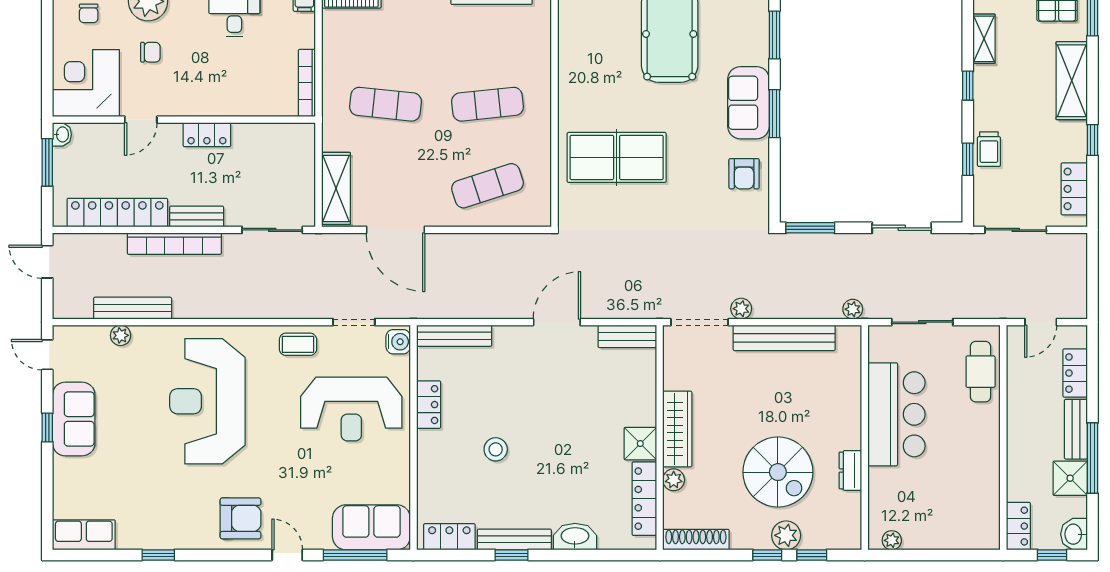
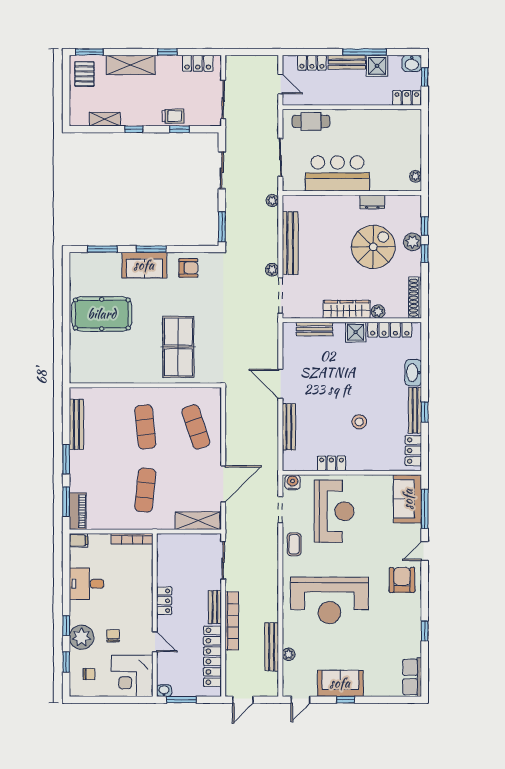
bench: (454, 336) -> (289, 427), moved
bench: (627, 336) -> (315, 329), moved, turned 90

